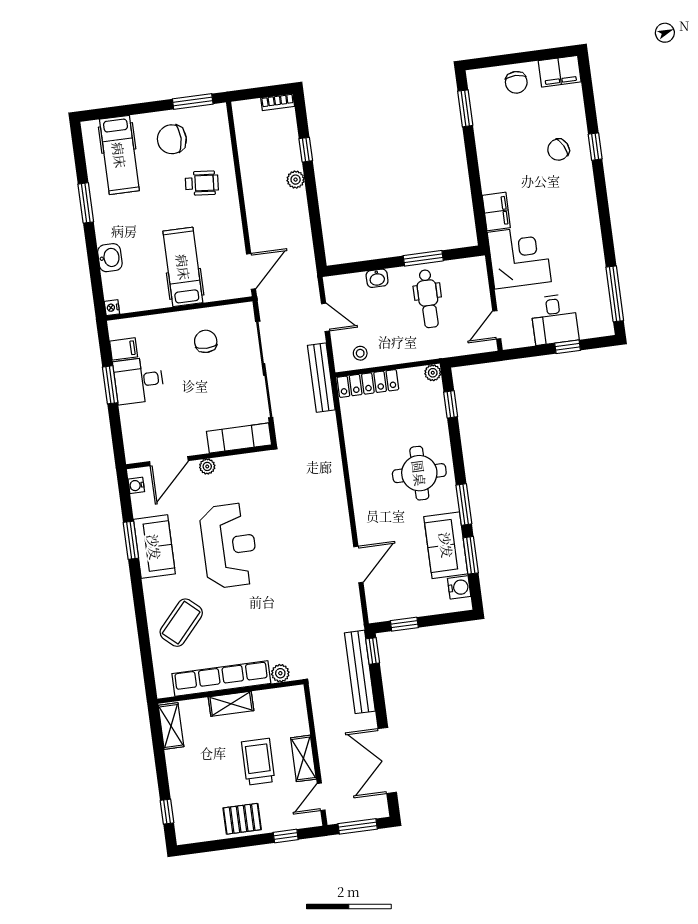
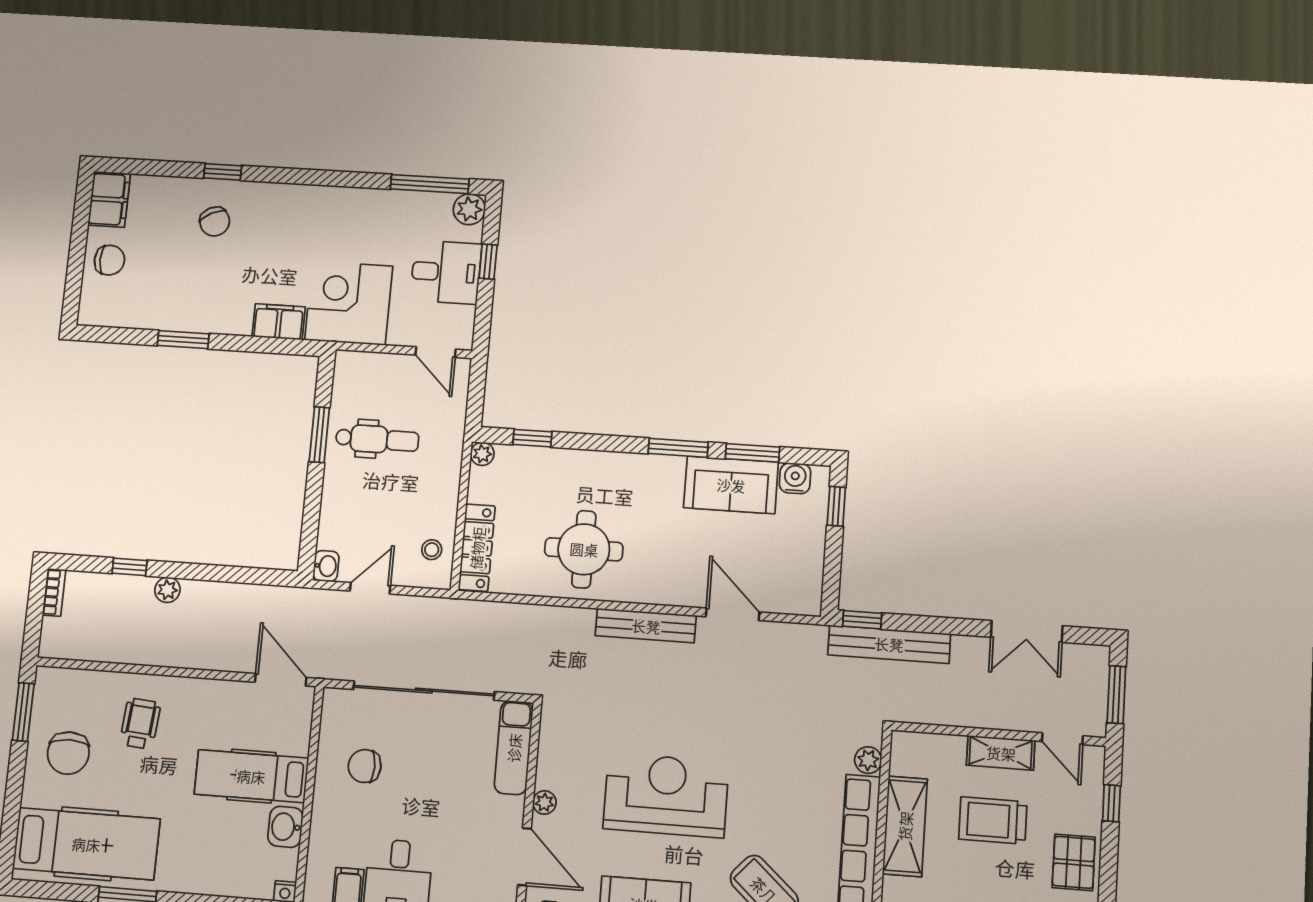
window: (465, 108) -> (183, 340), moved
hospital bed: (119, 155) -> (86, 844), width x1.37, depth x1.29
washbasin: (110, 258) -> (285, 827), moved, turned -90
washbasin: (377, 278) -> (326, 566), moved
plant: (602, 325) -> (469, 209), added
bench: (321, 378) -> (646, 626), moved
round table: (419, 473) -> (584, 549), moved
window: (404, 624) -> (836, 506), moved
shelving: (231, 704) -> (905, 826), width x1.50, depth x1.33
double door: (387, 760) -> (1027, 632), width x0.73

